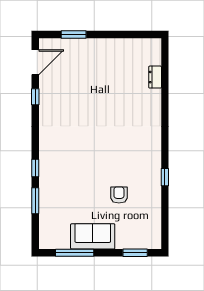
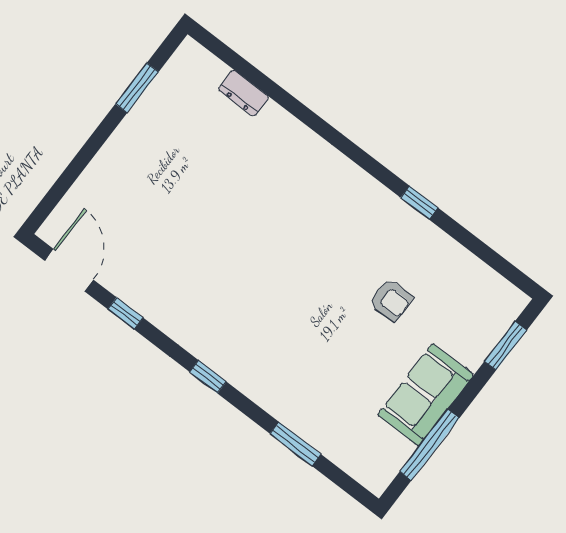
window: (74, 34) -> (137, 88), moved
window: (35, 168) -> (208, 377), moved
armchair: (119, 195) -> (391, 300), turned 180

